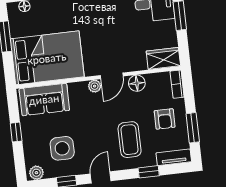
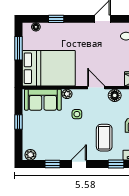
door: (112, 76) -> (96, 88), swing flipped
plant: (95, 86) -> (67, 94), moved
side table: (62, 148) -> (77, 114), moved, width x0.54, depth x0.54

